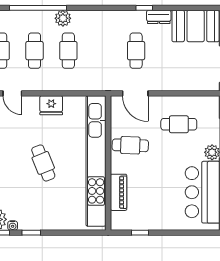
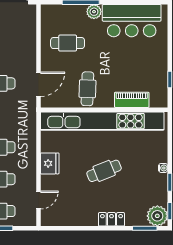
cafe table: (179, 124) -> (68, 43), turned 90
water cooler: (13, 226) -> (163, 168), moved

